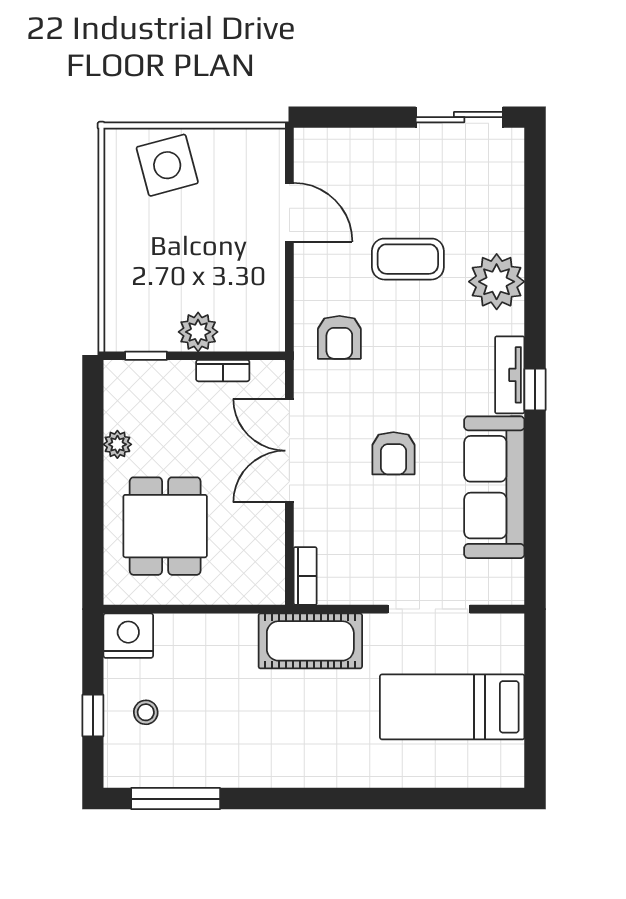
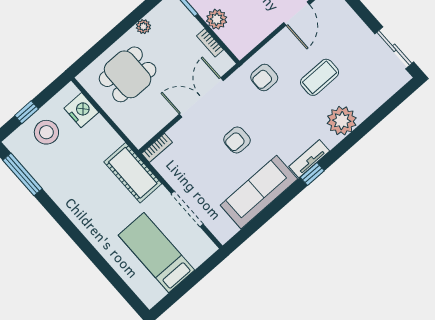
coffee table: (408, 259) -> (320, 77), turned 90
nightstand: (128, 636) -> (81, 110), moved
stool: (146, 712) -> (46, 132), width x1.89, depth x1.89

